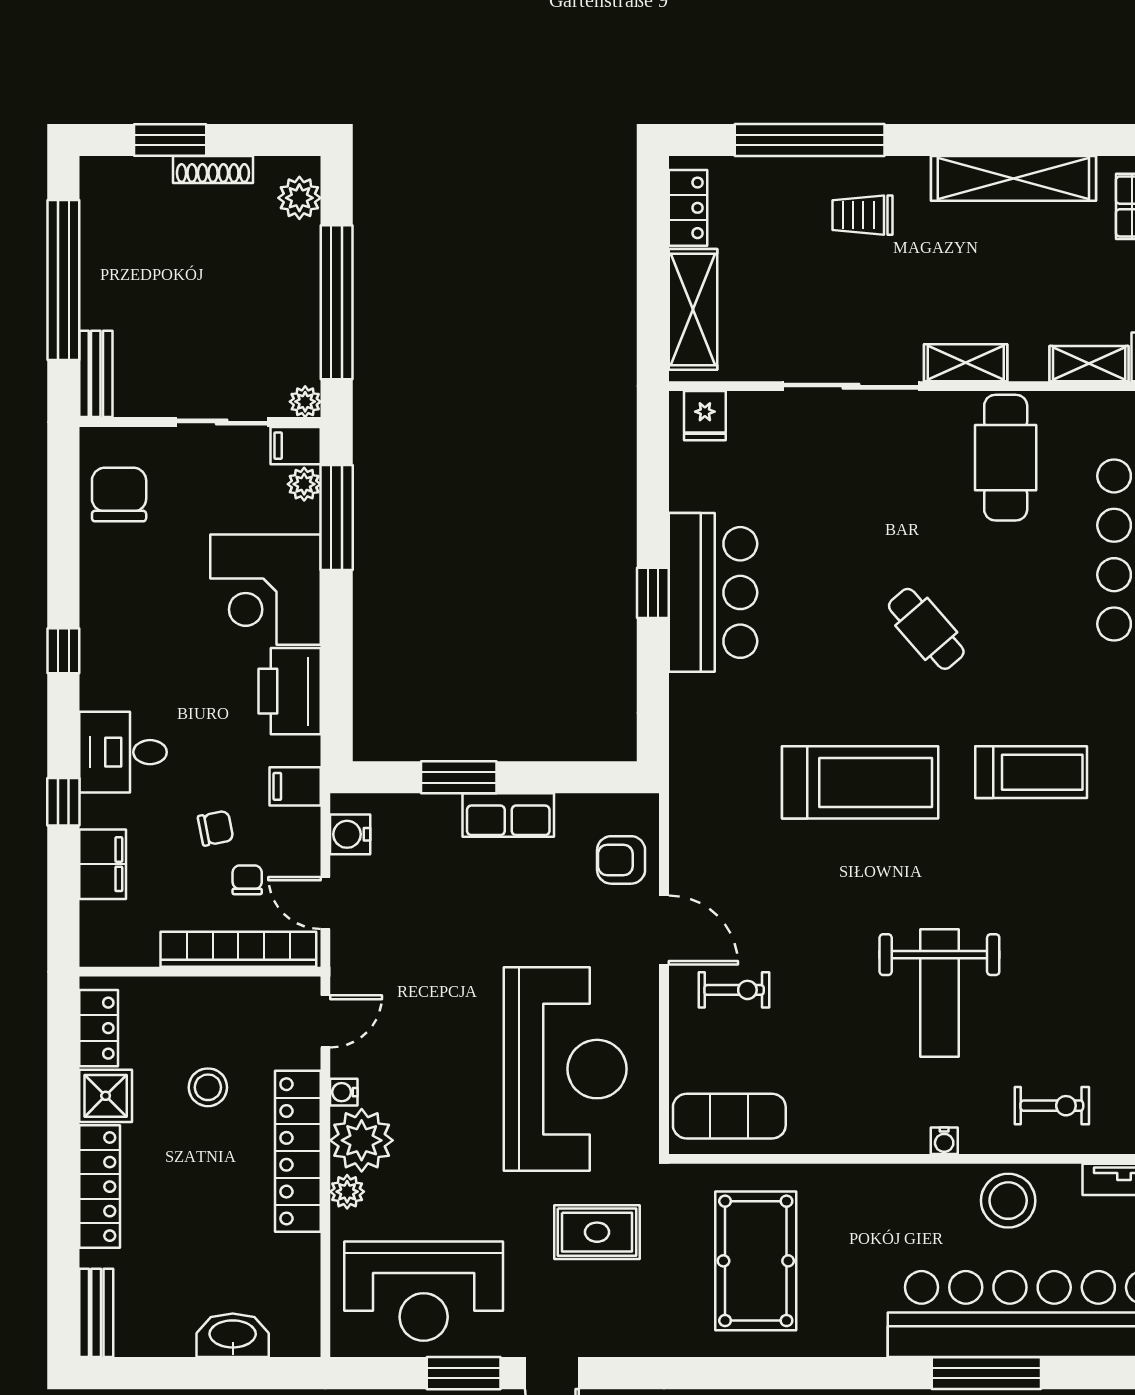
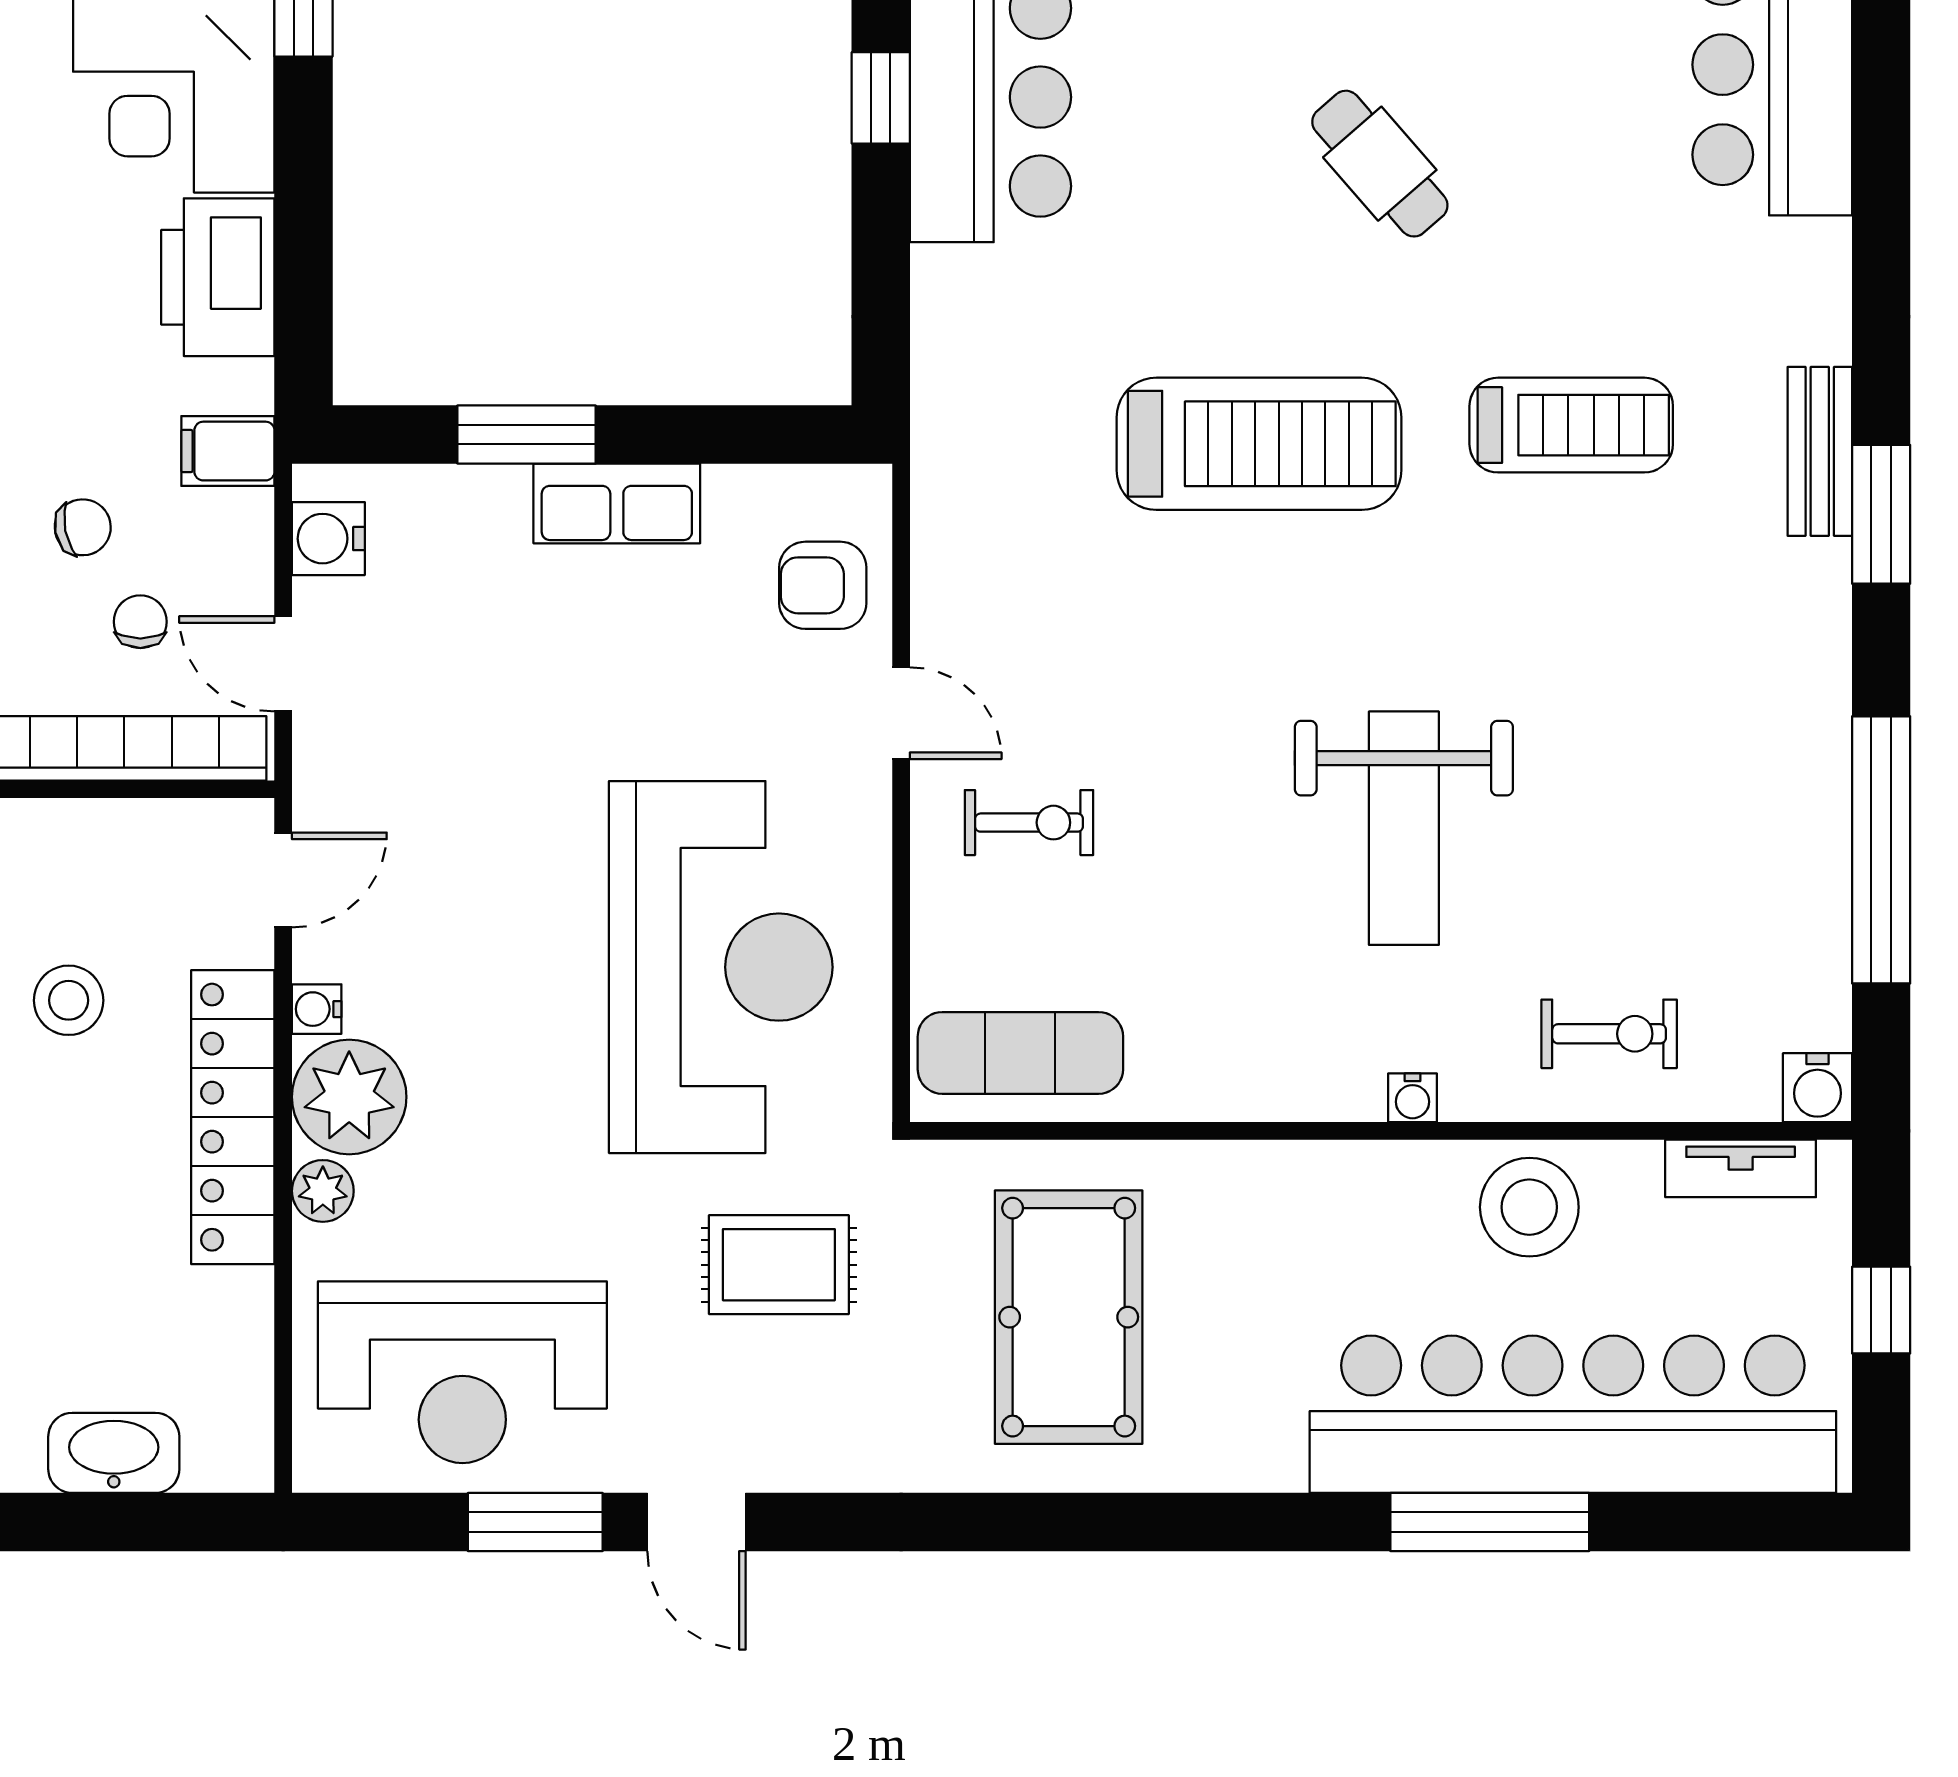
door: (664, 930) -> (901, 713), width x0.73

